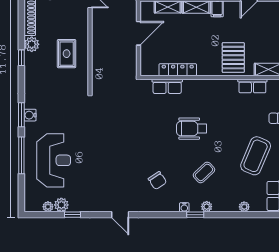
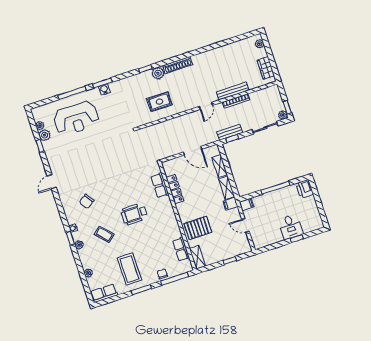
wheelchair: (192, 129) -> (134, 214), turned -90
coffee table: (256, 156) -> (129, 269), turned 67

